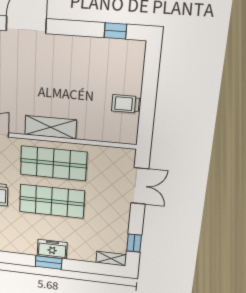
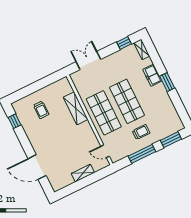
trolley: (125, 104) -> (41, 110), moved
shelving: (51, 127) -> (76, 108), moved
freezer: (52, 249) -> (152, 75), moved

